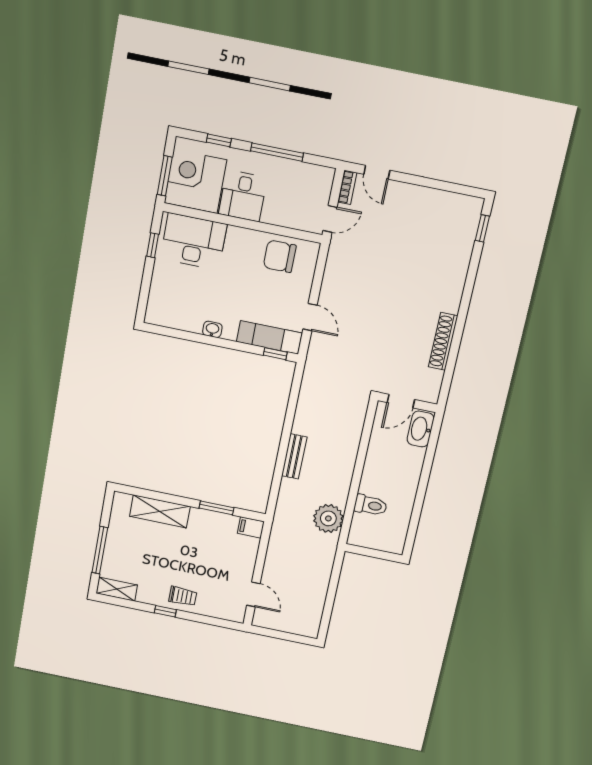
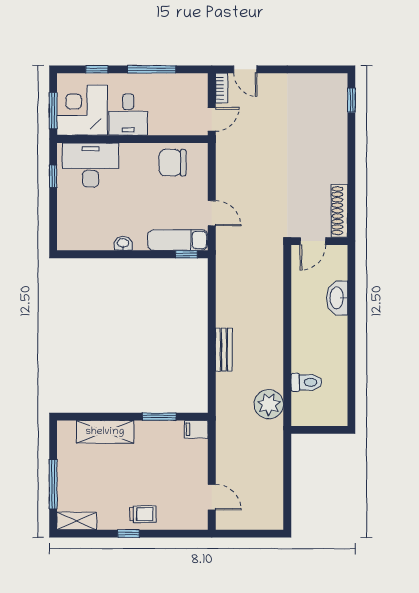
door: (401, 401) -> (313, 241), moved
wall: (407, 402) -> (319, 241), moved

